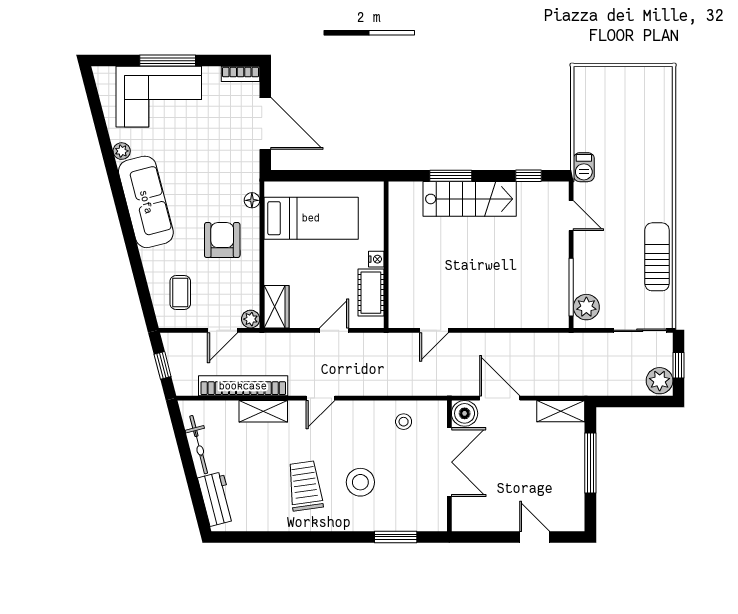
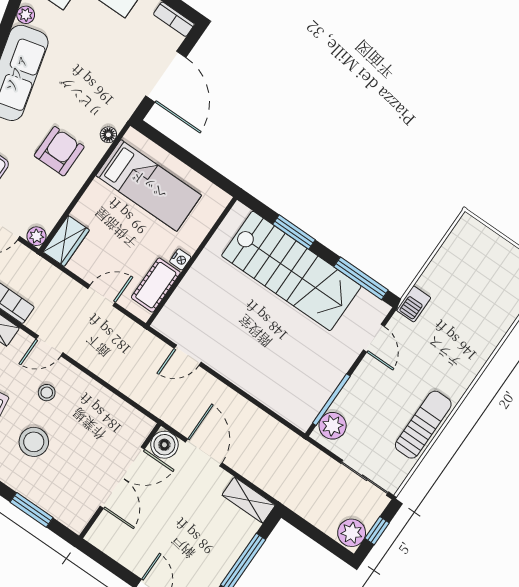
window: (529, 176) -> (361, 278), width x2.17
stairs: (470, 199) -> (291, 271), width x1.36, depth x1.51
stool: (404, 422) -> (47, 393), moved

